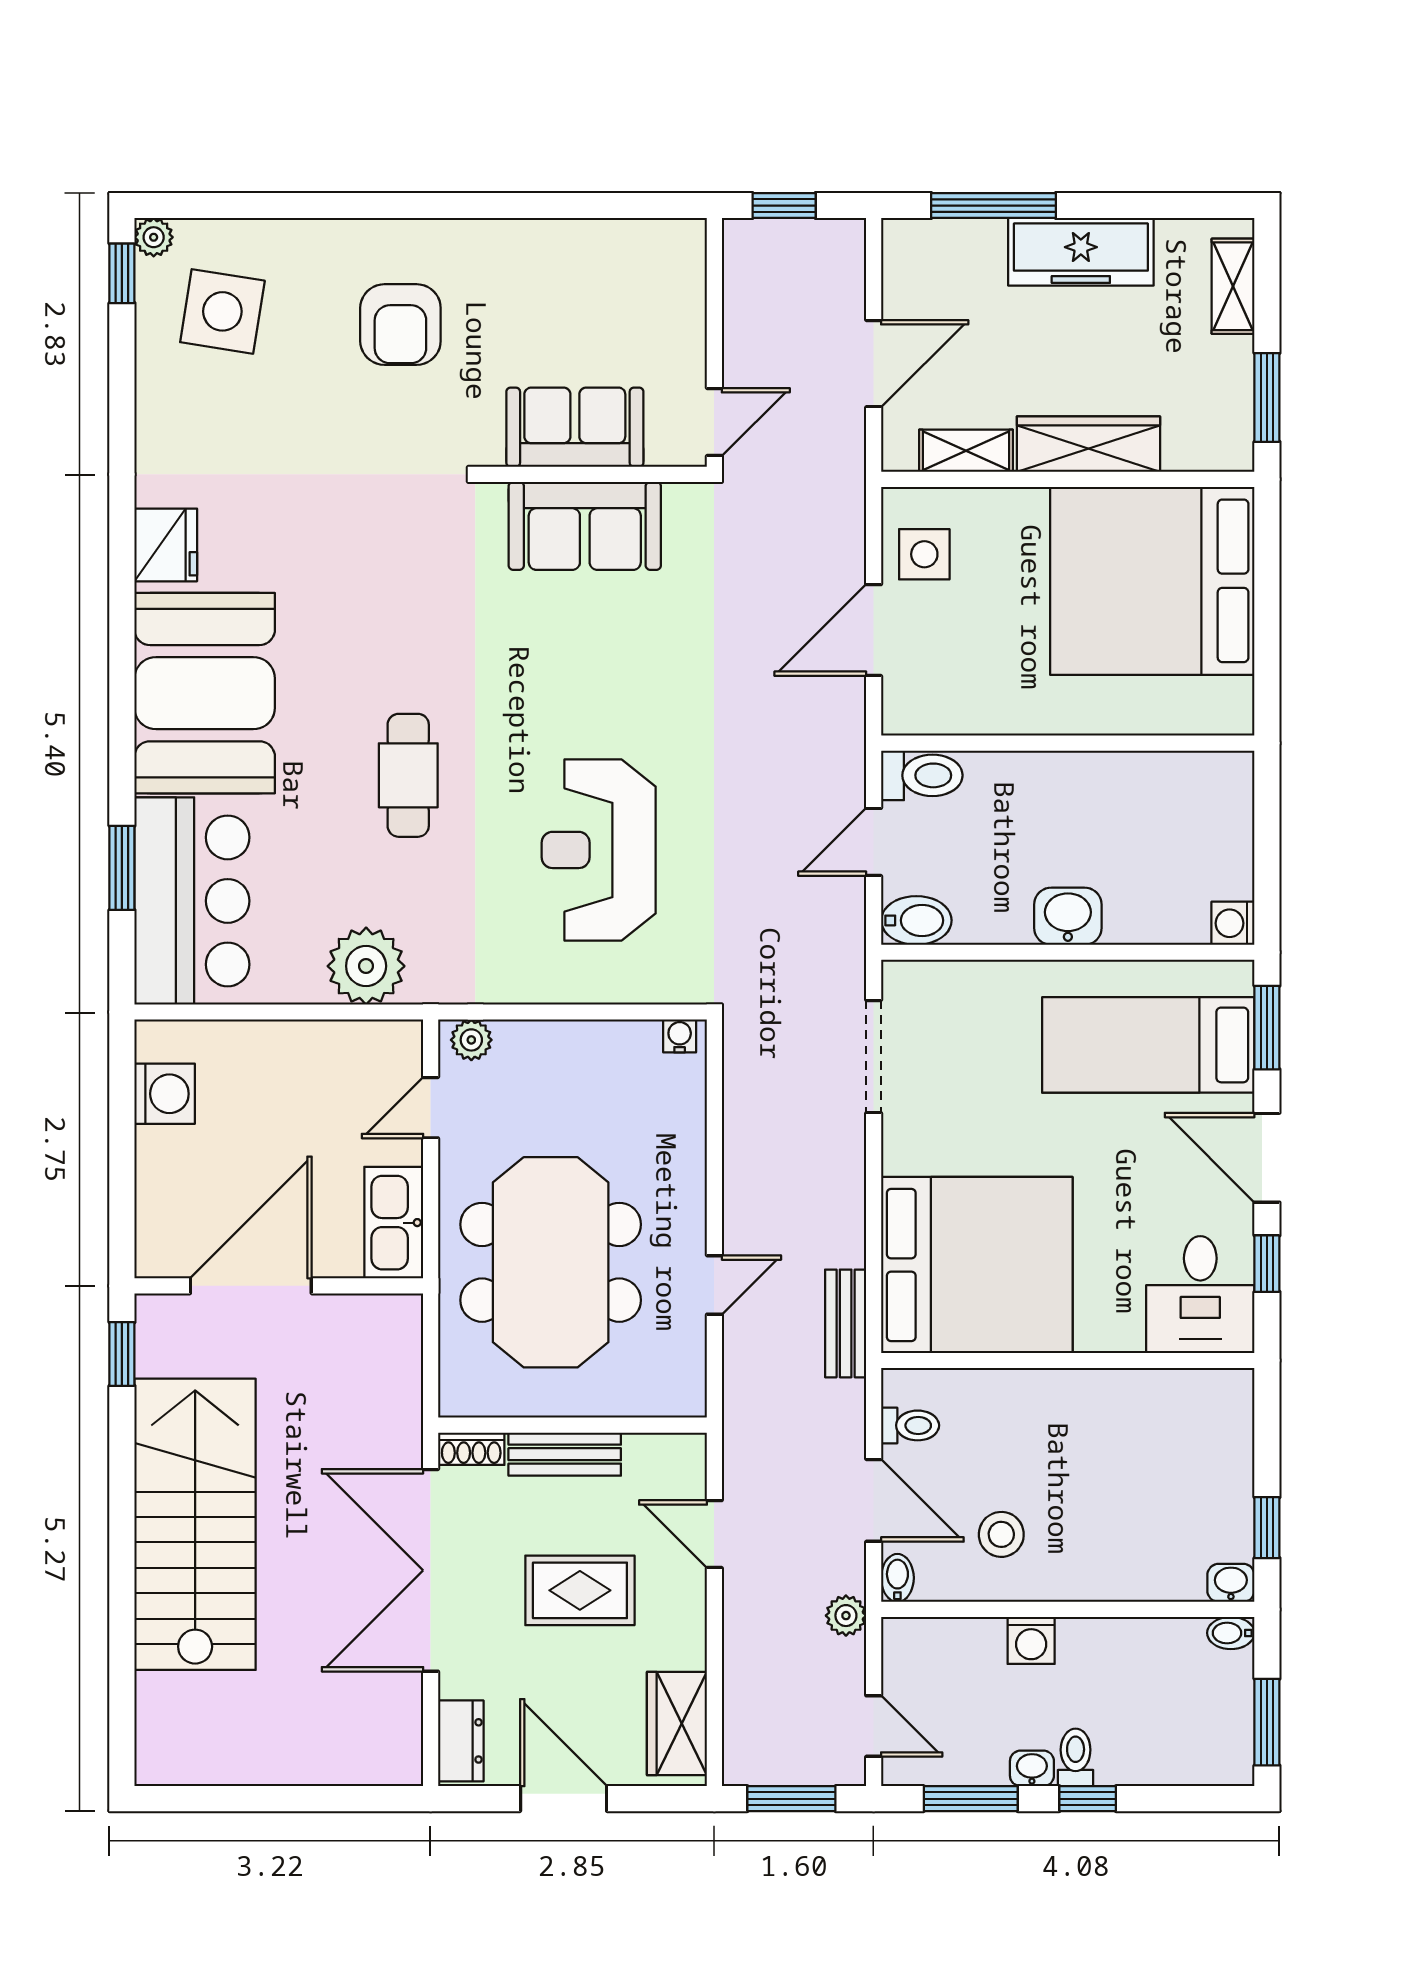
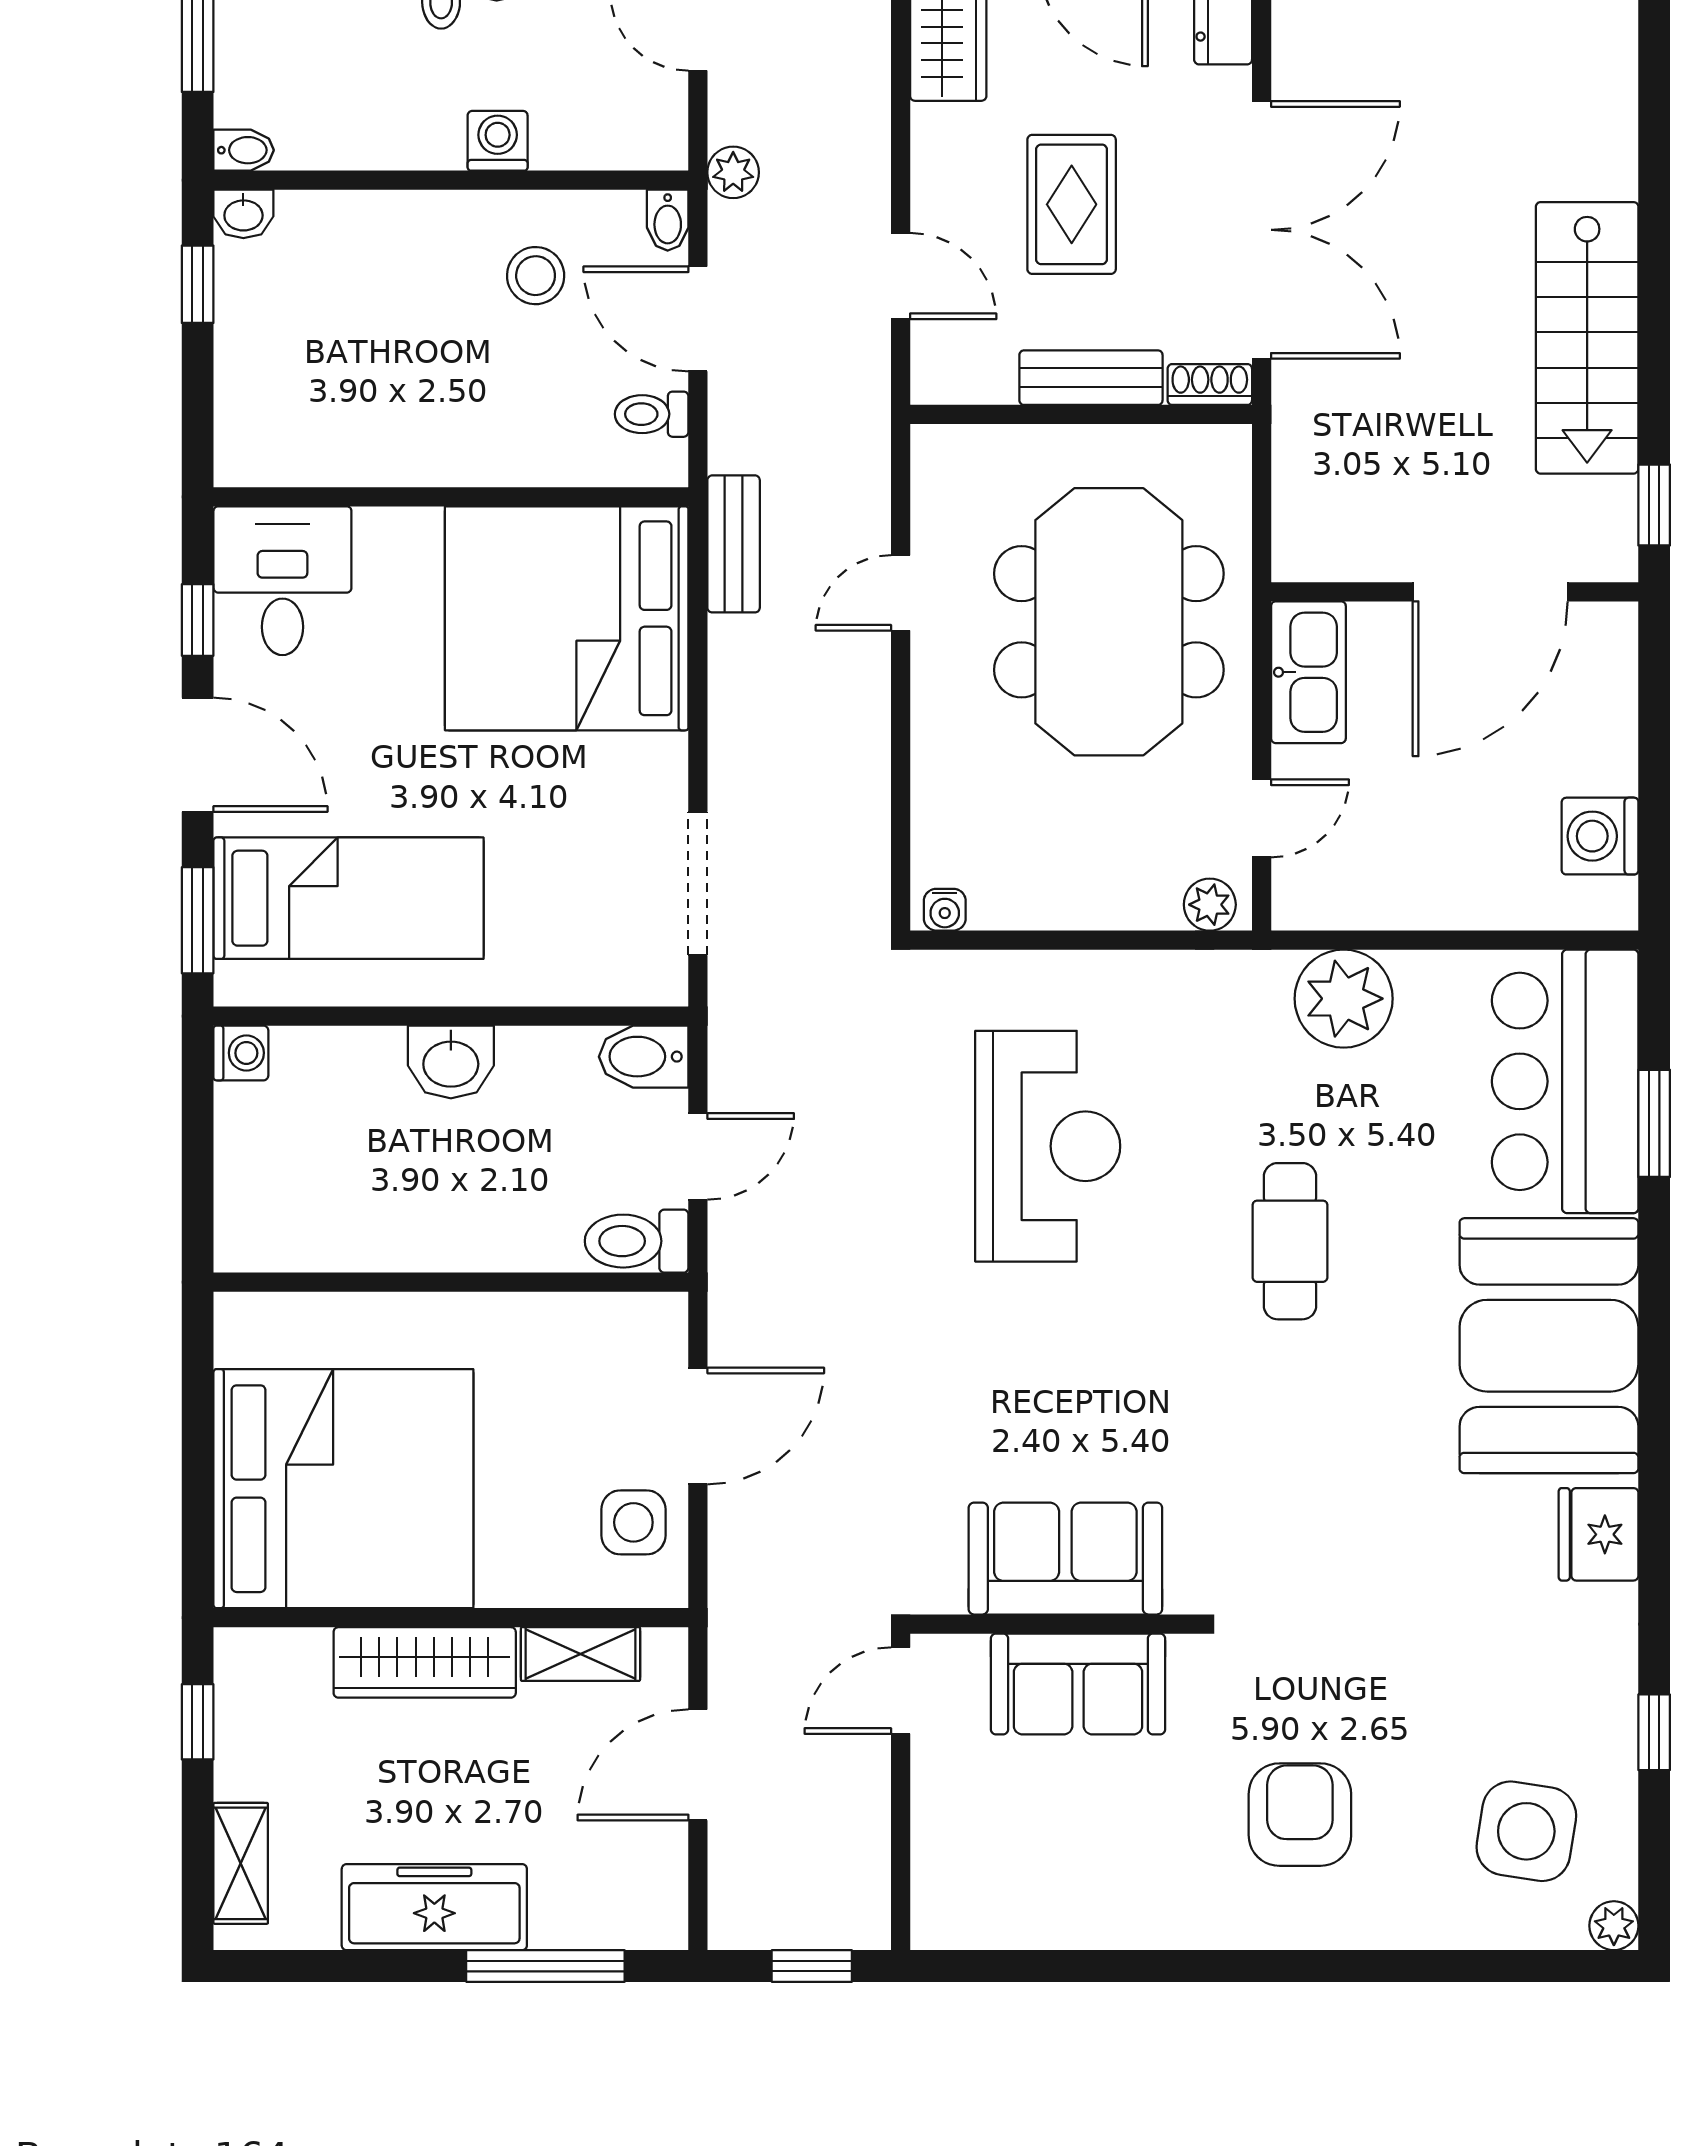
window: (122, 273) -> (1654, 1732), moved
window: (1267, 397) -> (198, 1722), width x0.67
stairs: (195, 1524) -> (1587, 338), width x0.73, depth x0.66
rug: (580, 1590) -> (1072, 204), turned 90

